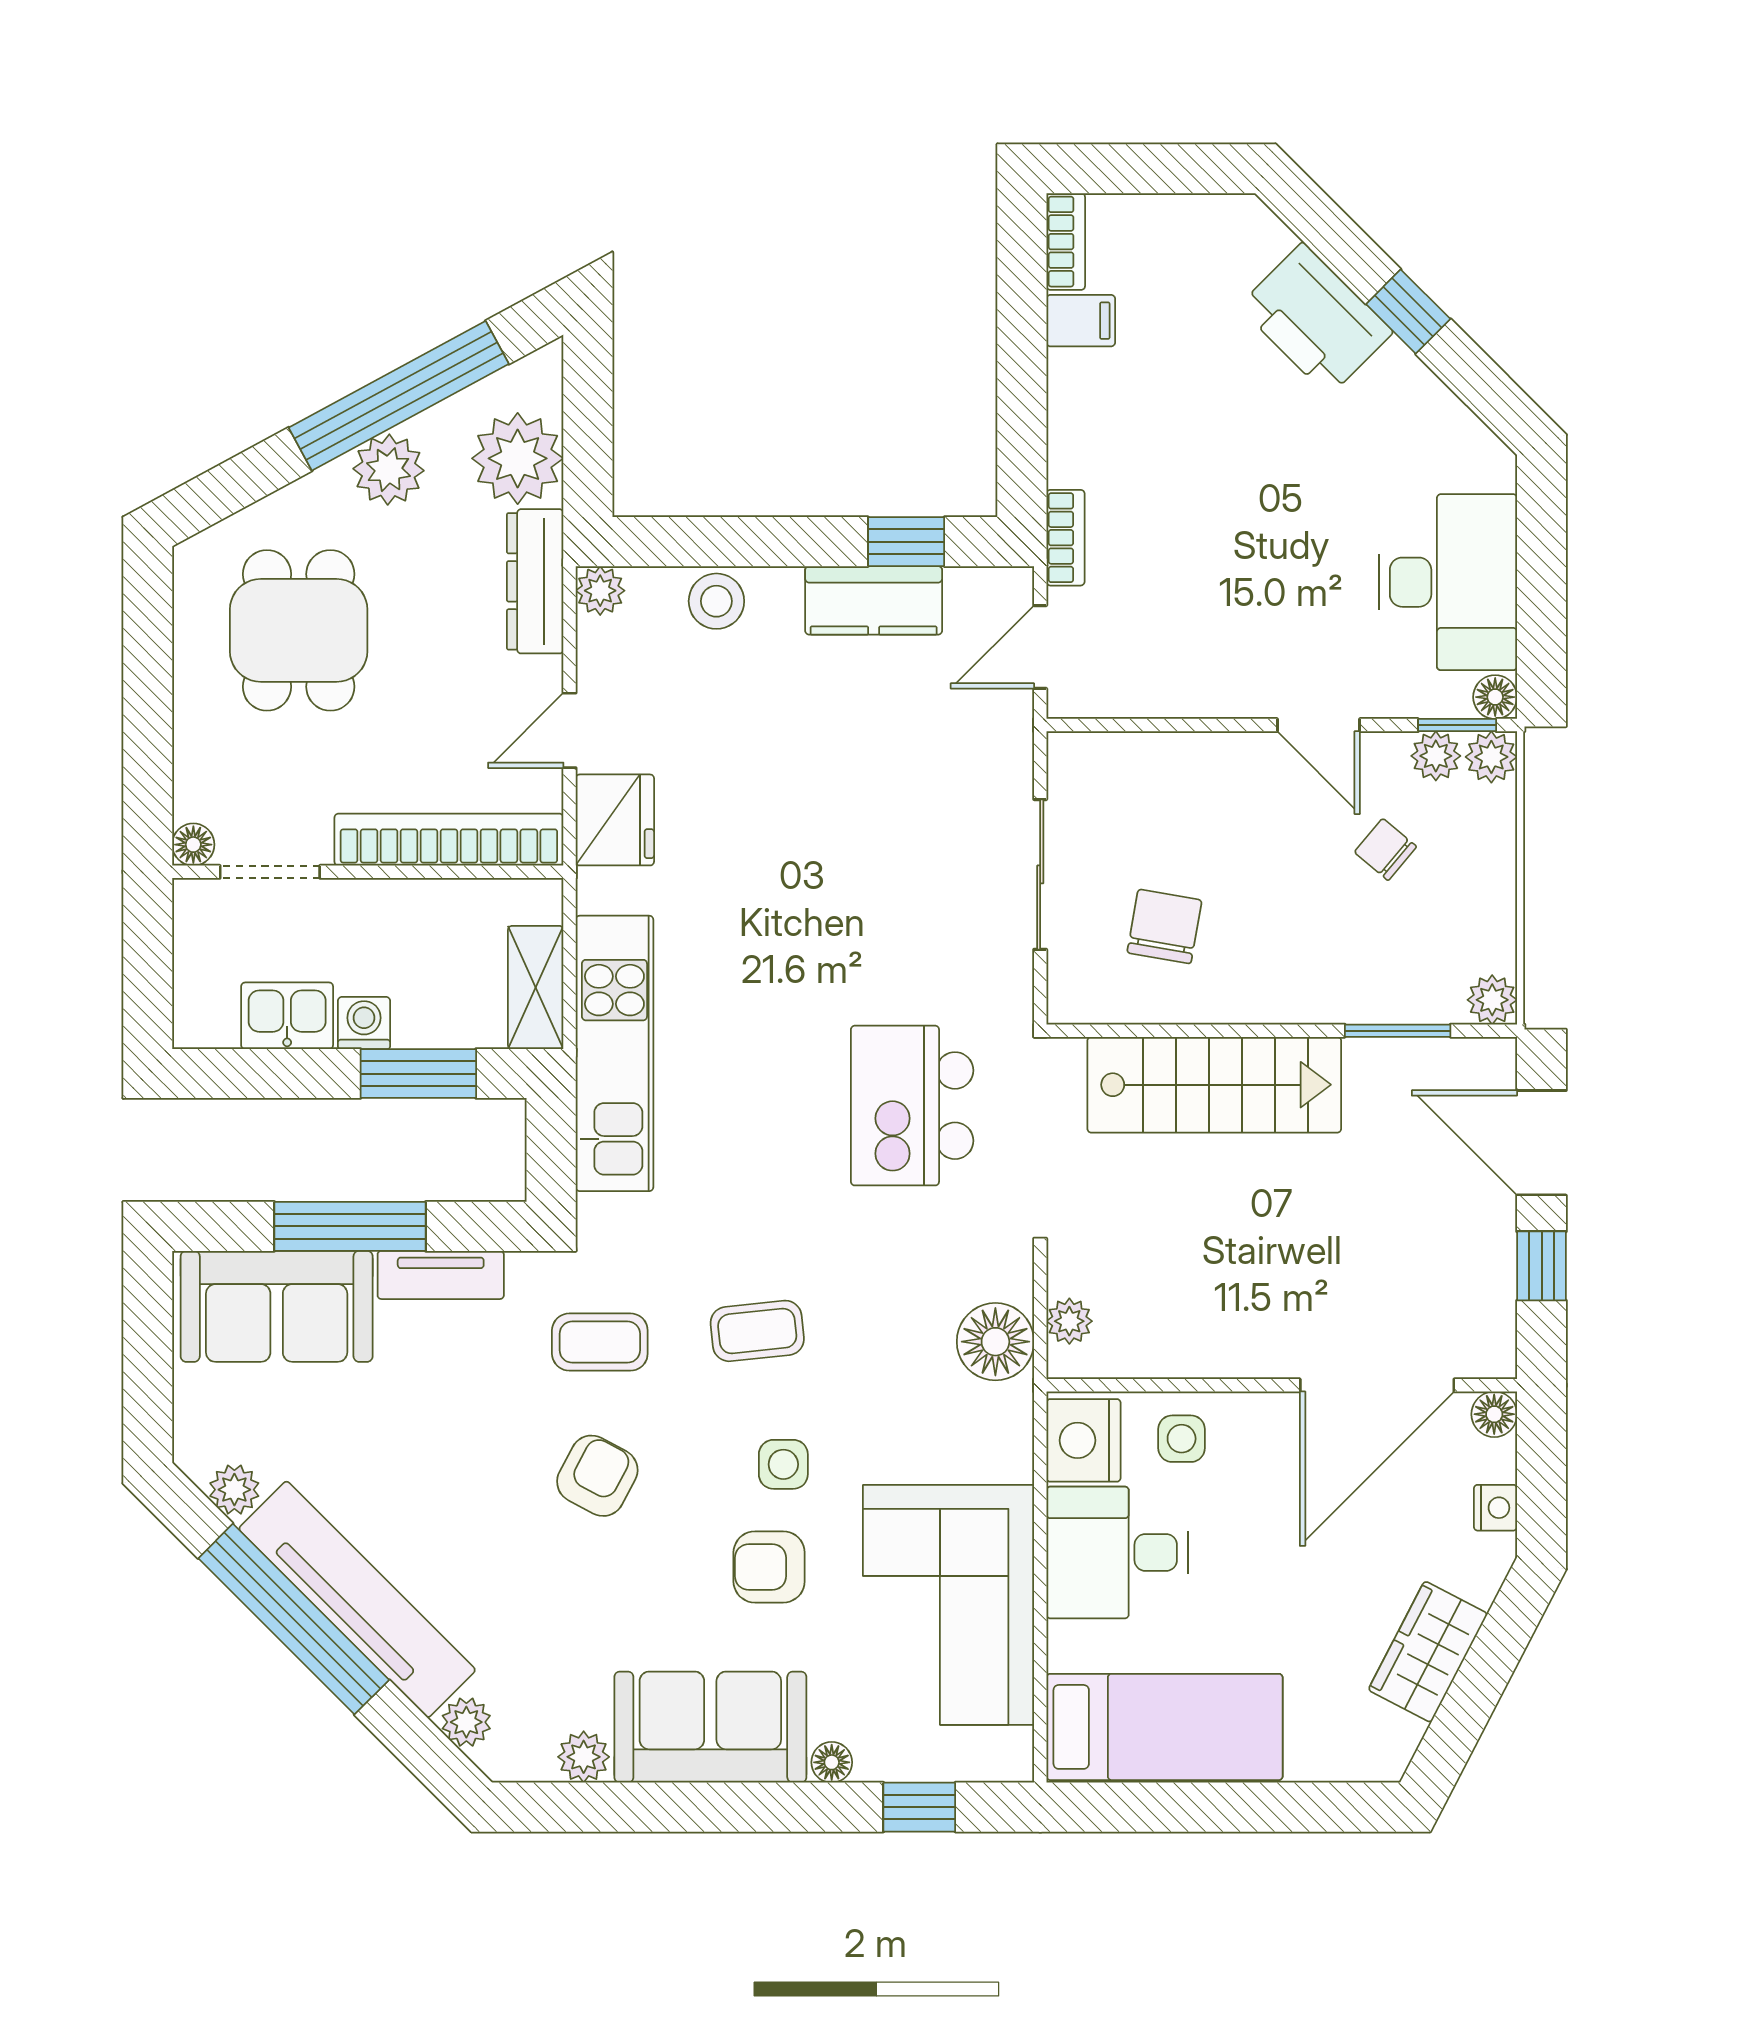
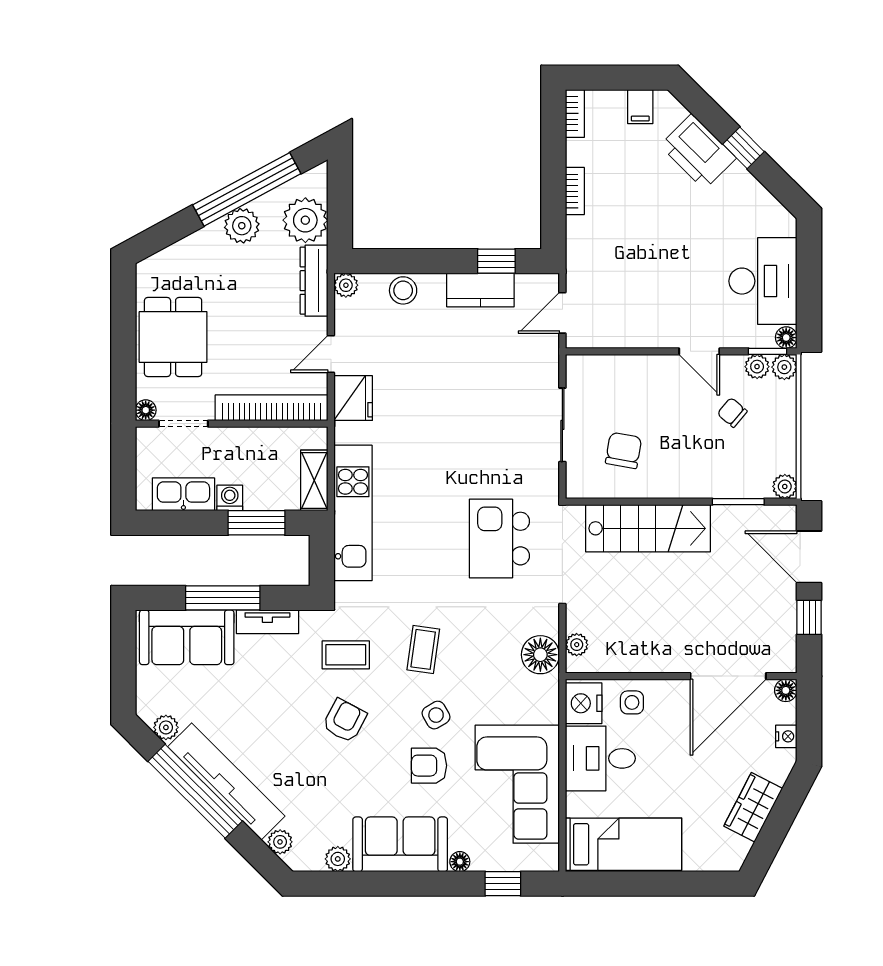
filing cabinet: (1081, 321) -> (640, 107), moved, turned 90
bookcase: (1065, 538) -> (575, 191), moved
dining table: (299, 630) -> (173, 337), moved
kitchen sink: (287, 1016) -> (183, 494), width x1.38
coffee table: (757, 1331) -> (423, 649), turned -76
side table: (783, 1464) -> (436, 715), turned -30

